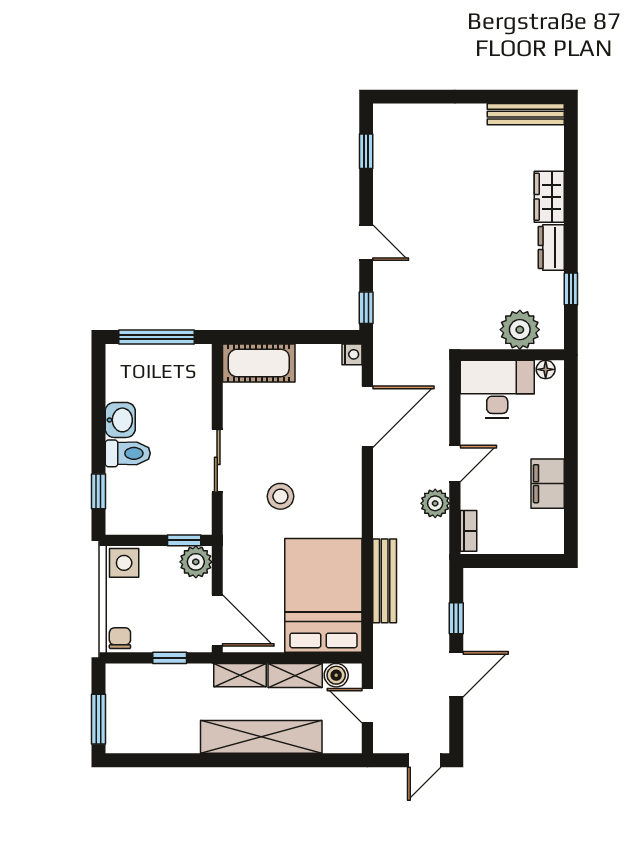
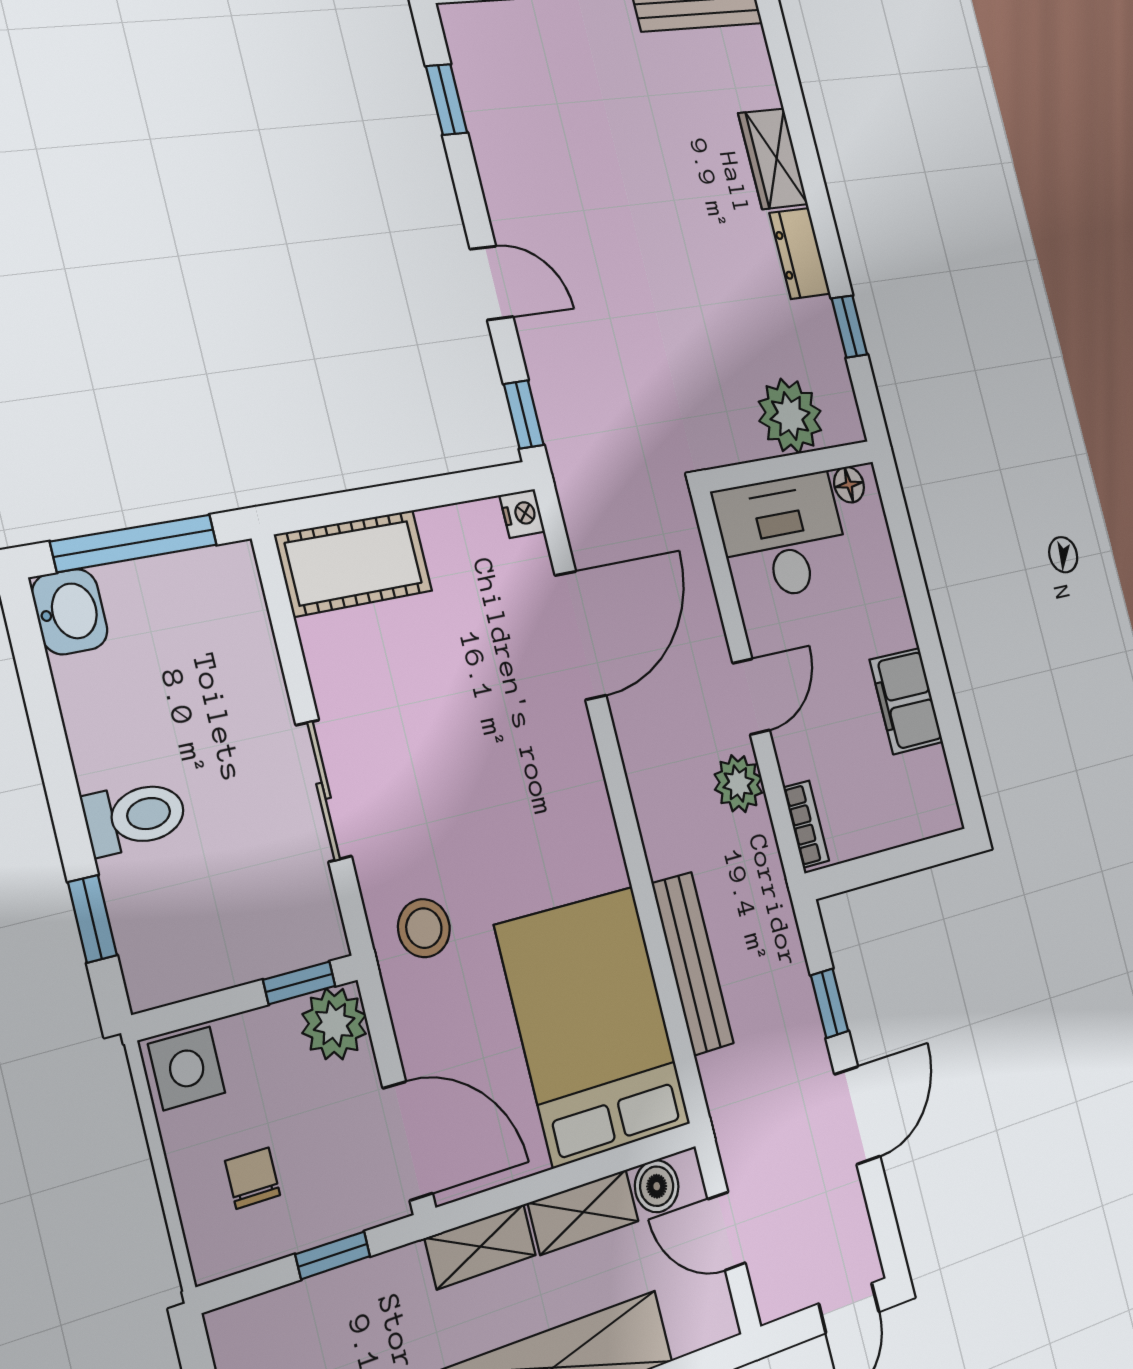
washbasin: (120, 420) -> (70, 612), moved
stool: (280, 496) -> (424, 928), moved
chair: (120, 638) -> (253, 1178), moved

